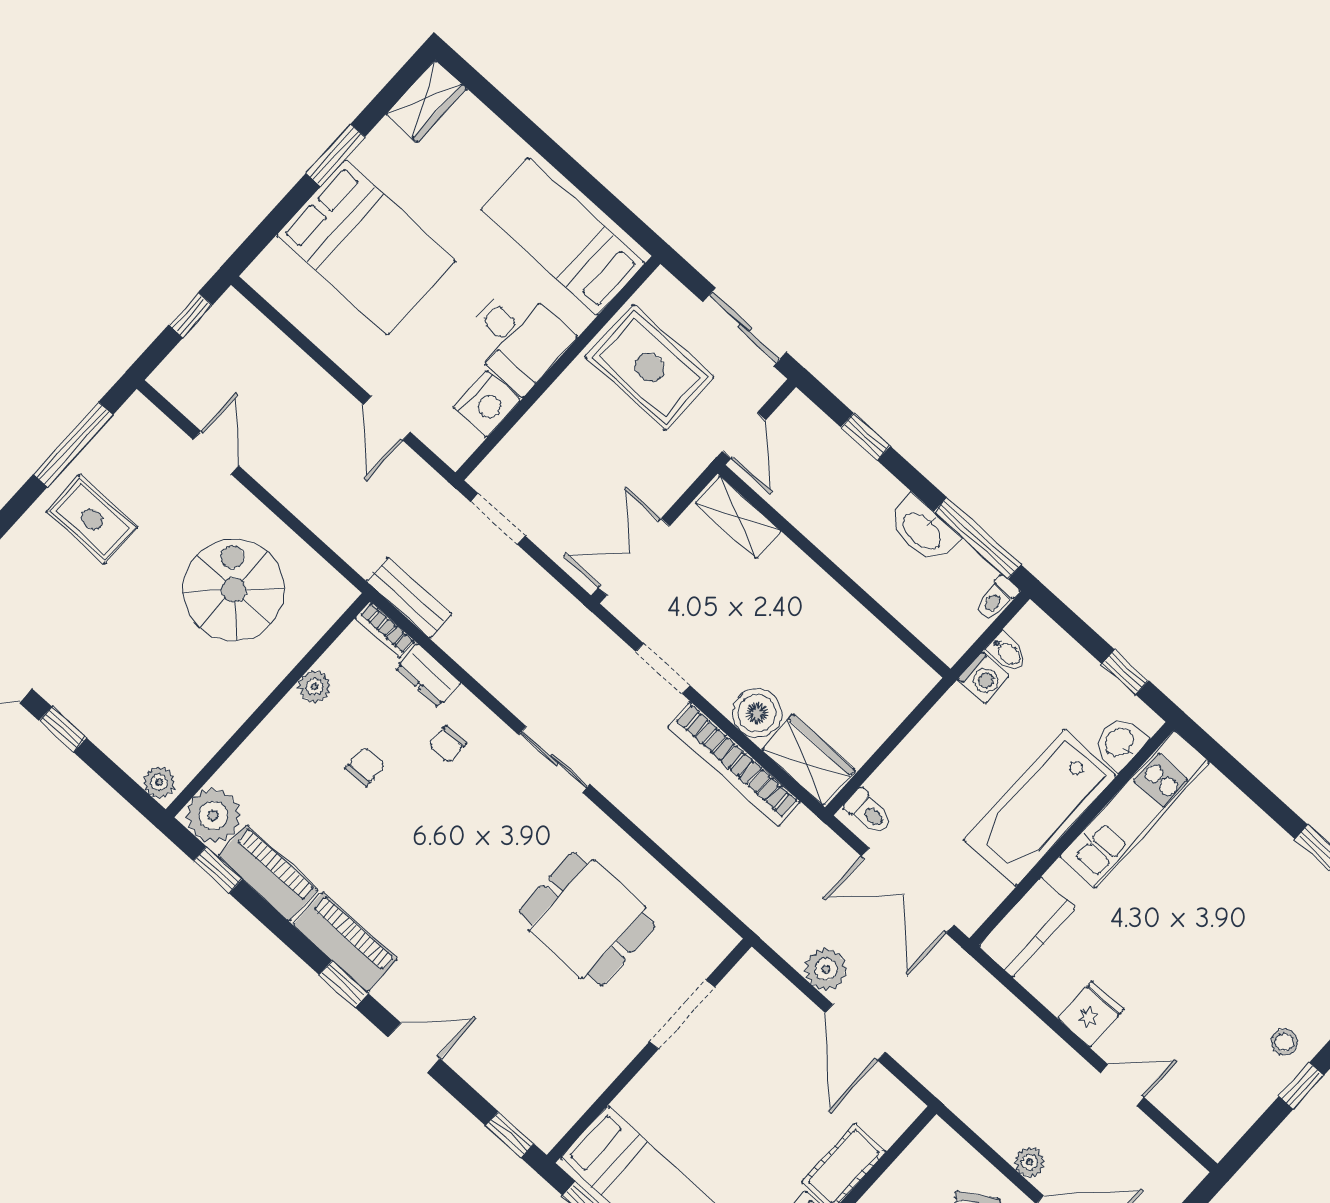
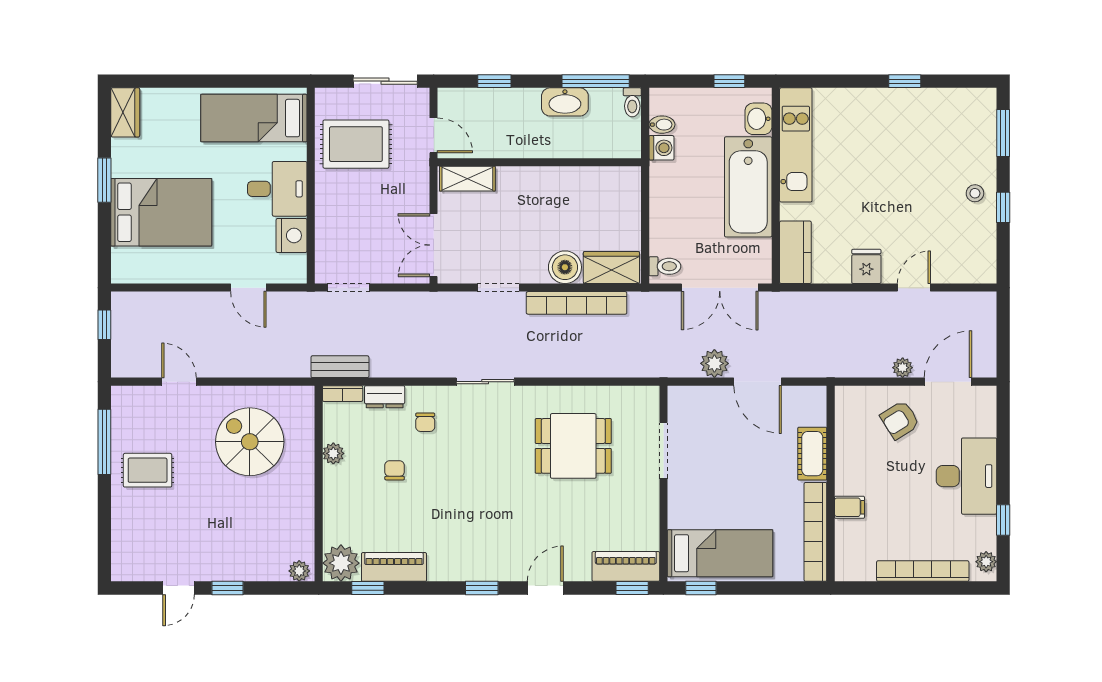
piano: (345, 942) -> (626, 566), moved

